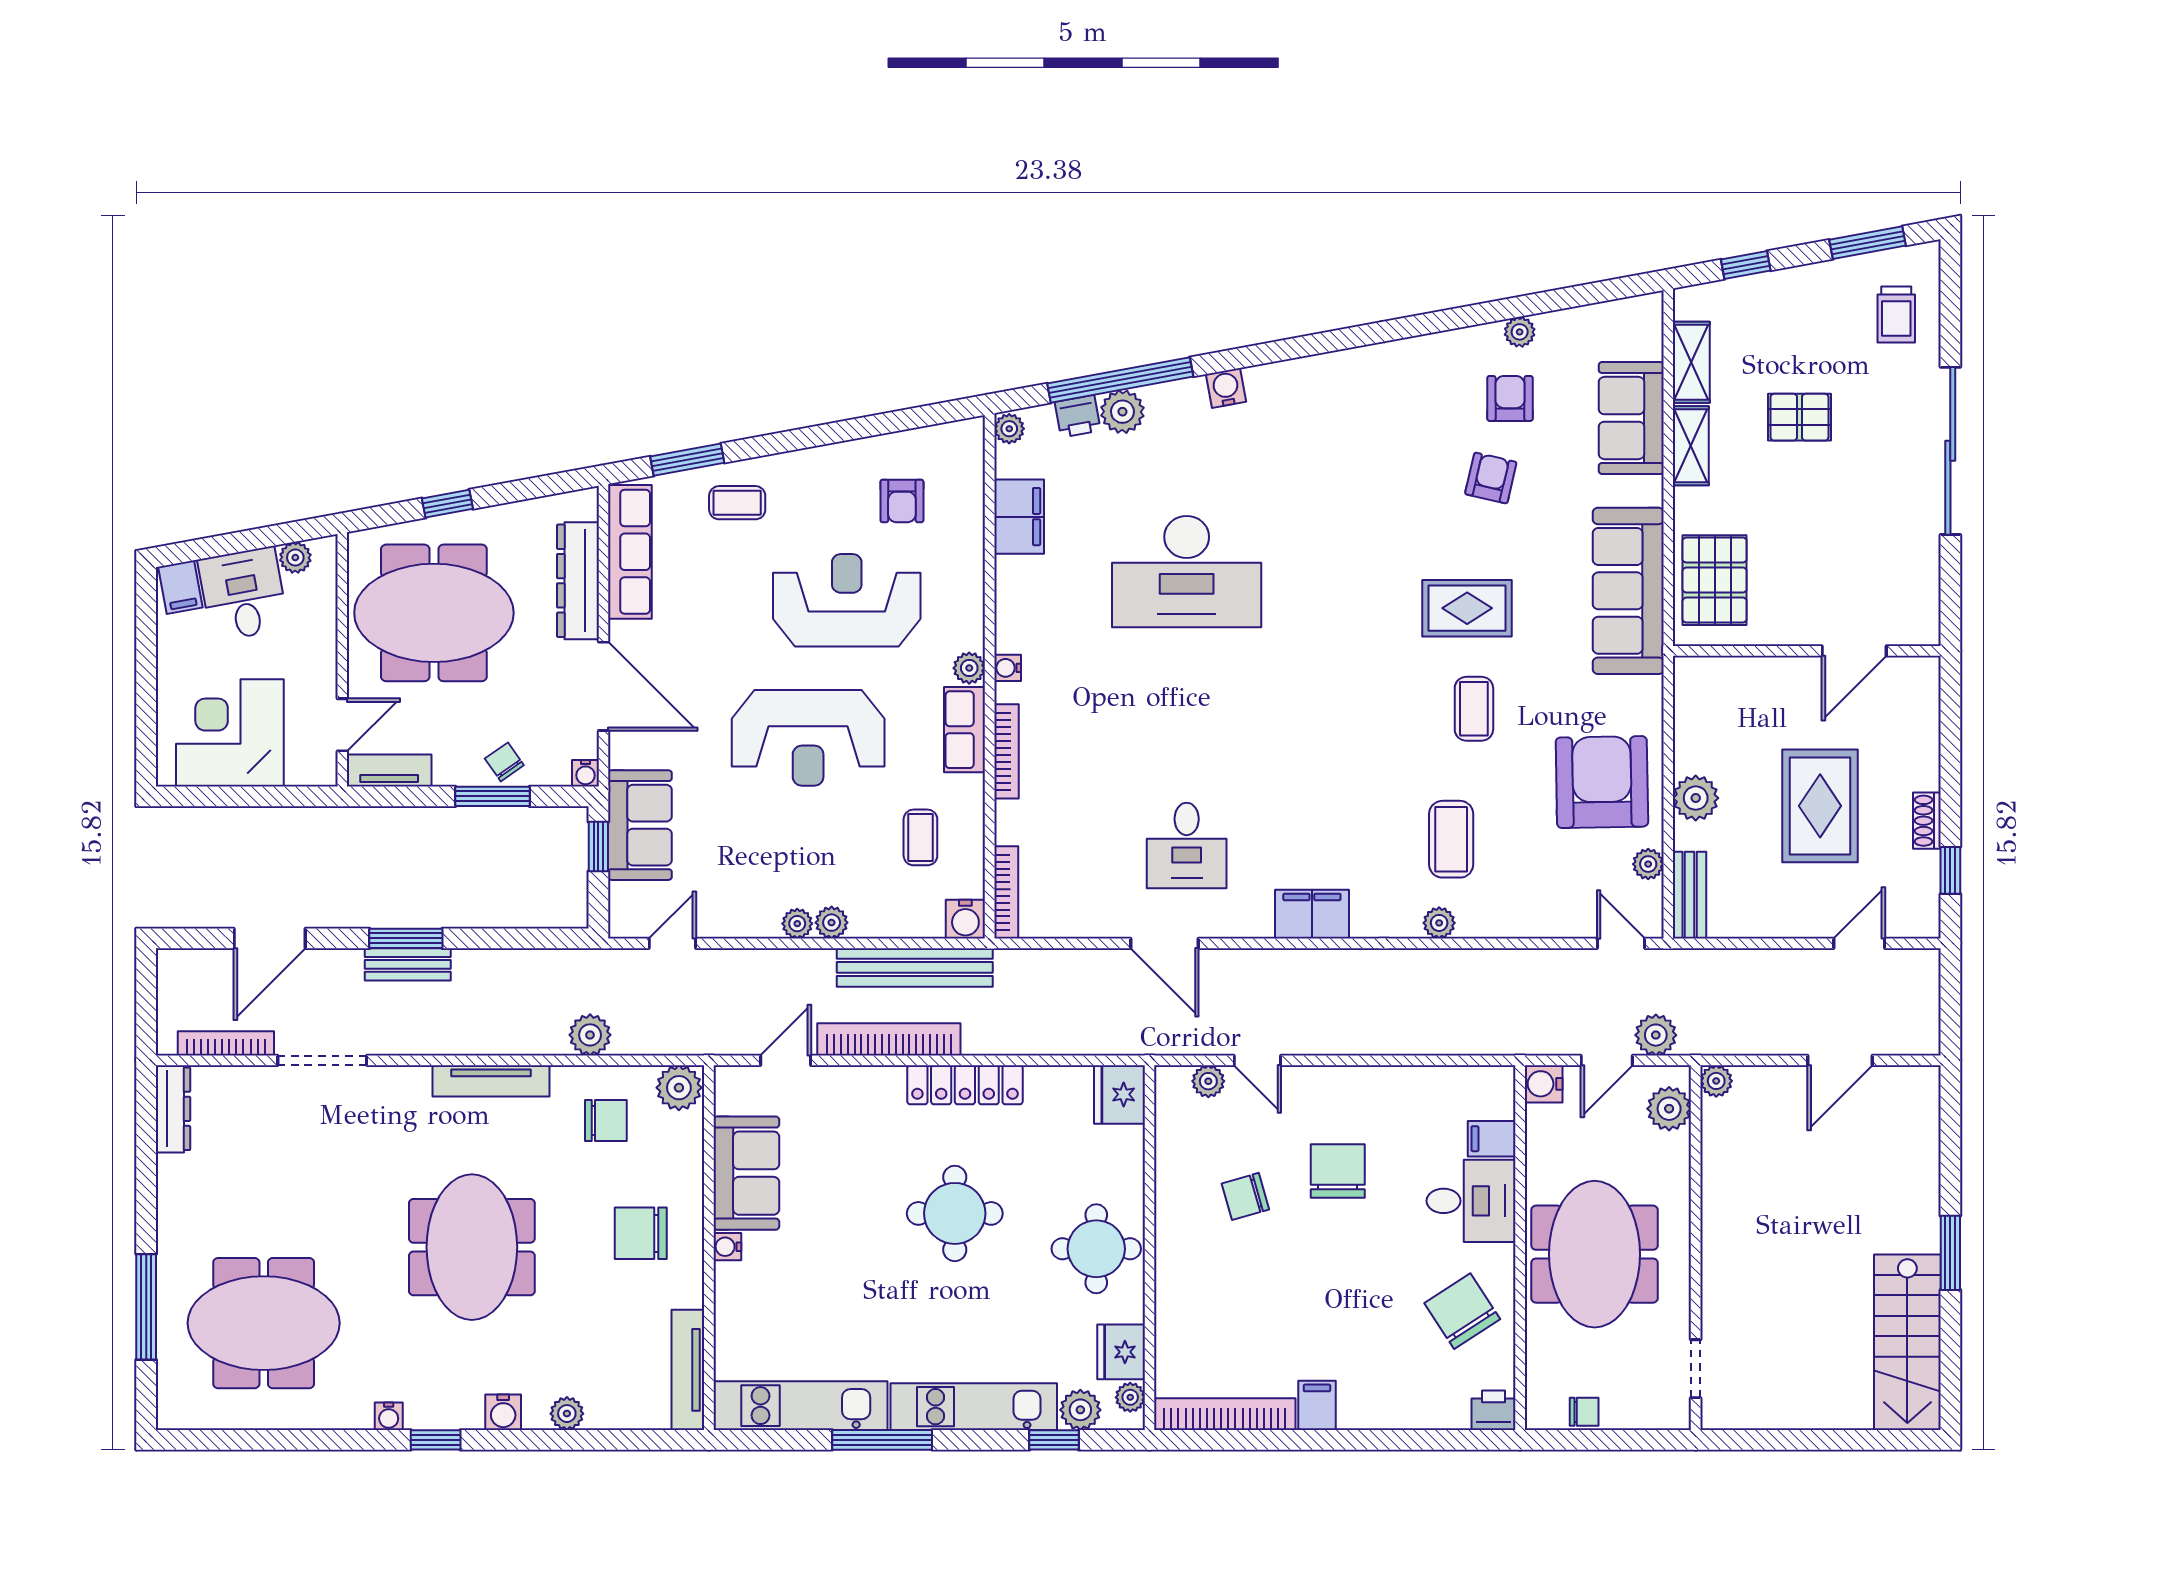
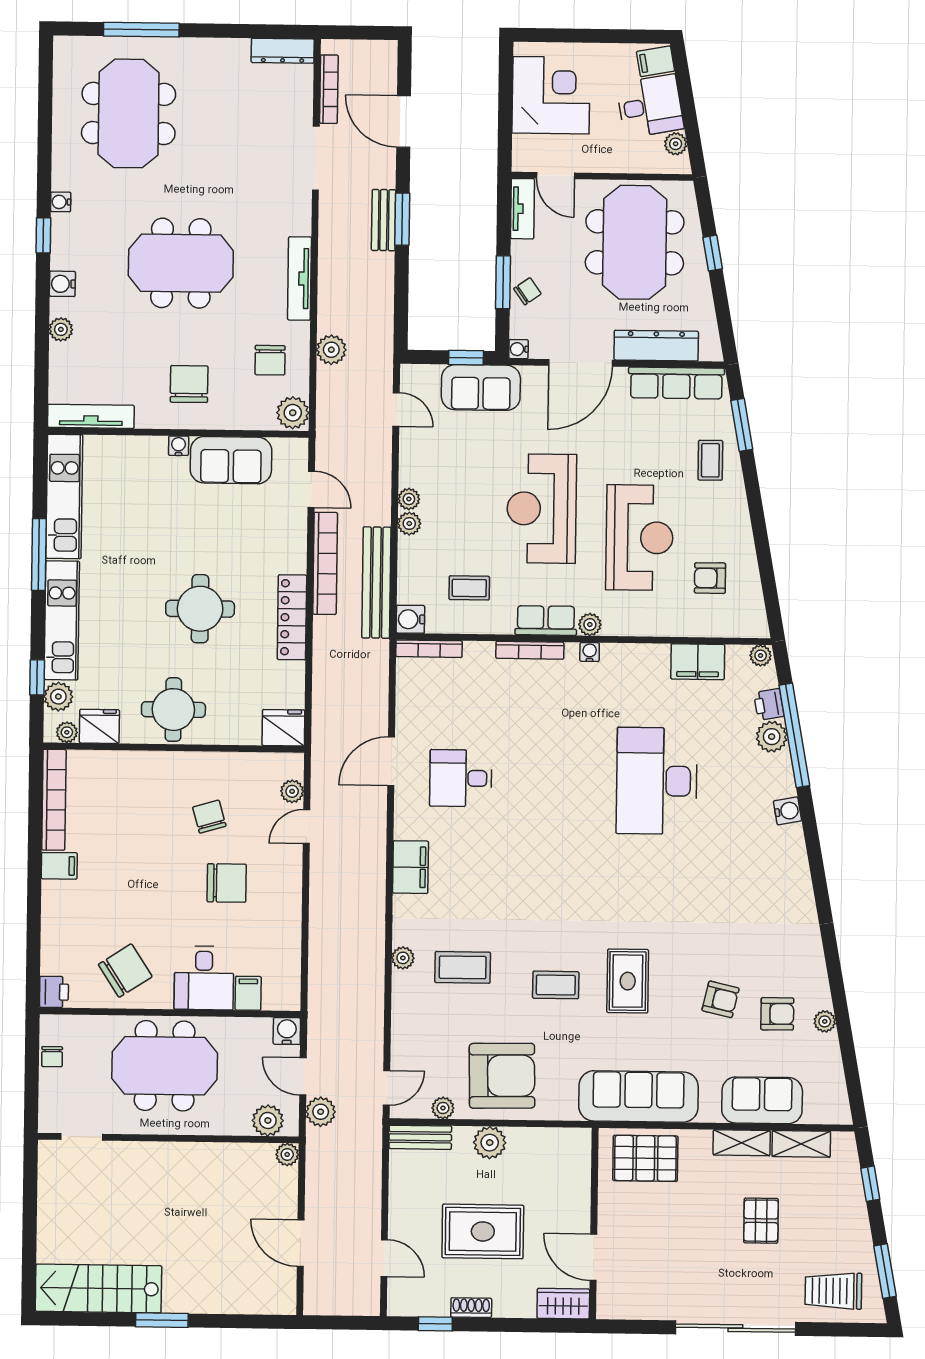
trolley: (1896, 314) -> (833, 1291), width x1.36, depth x1.39
wardrobe: (1919, 692) -> (563, 1304), added

